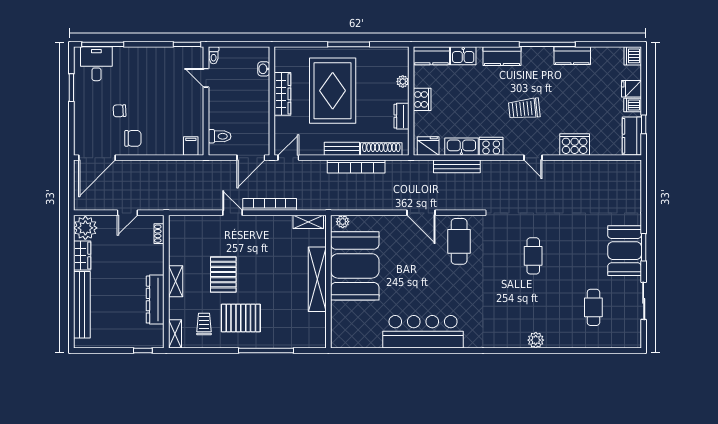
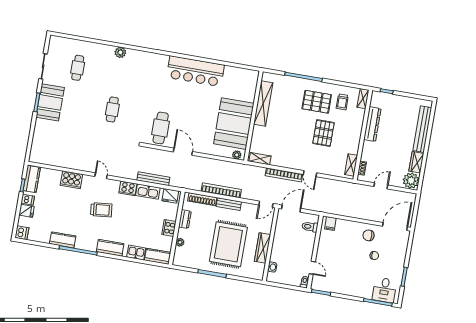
shelving: (317, 279) -> (263, 104), moved
shelving: (176, 281) -> (351, 165), moved

